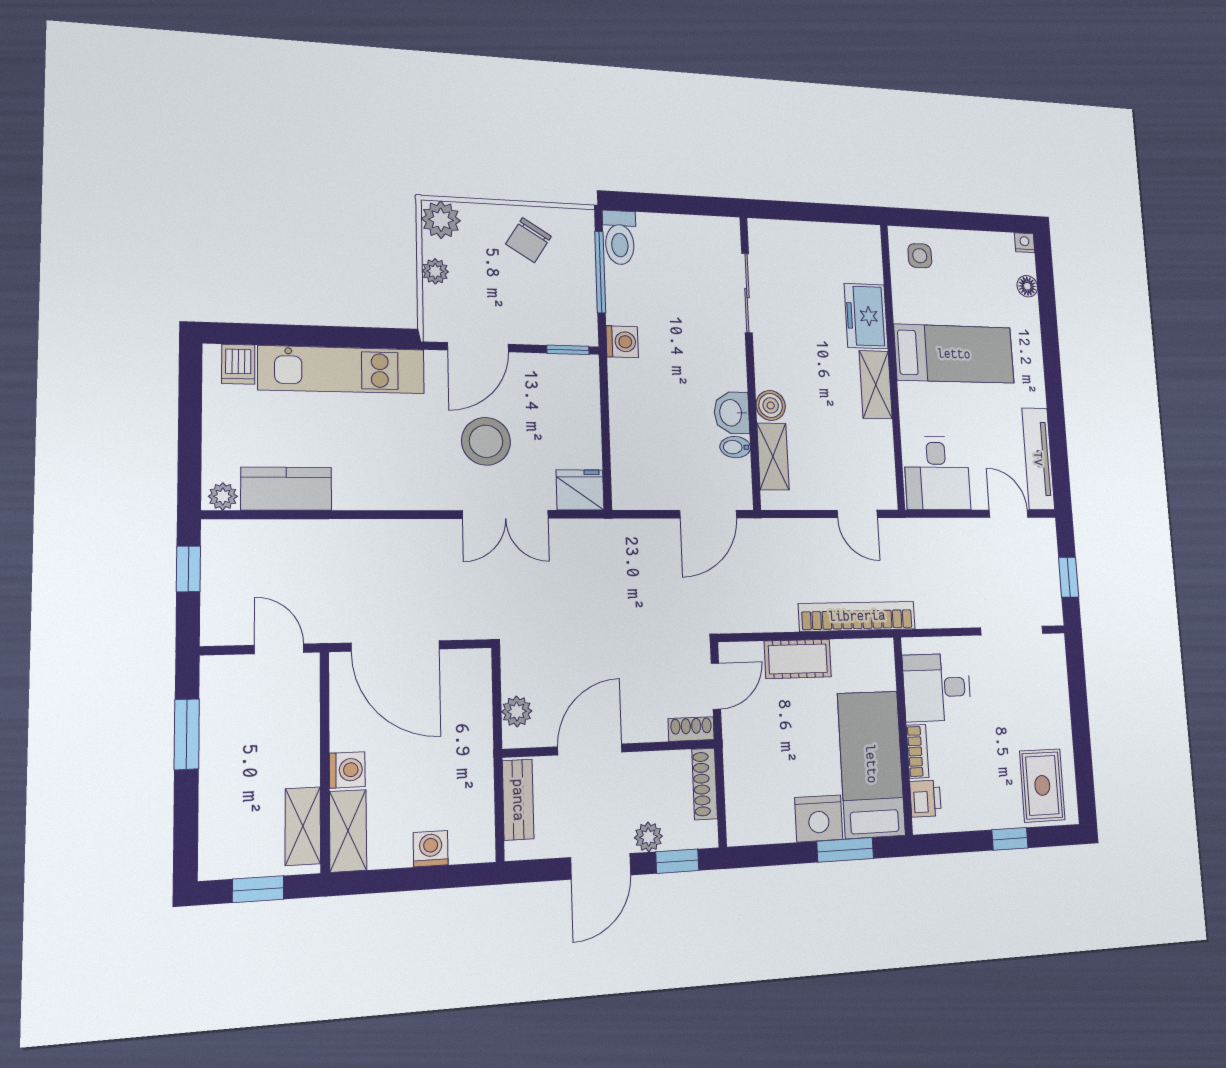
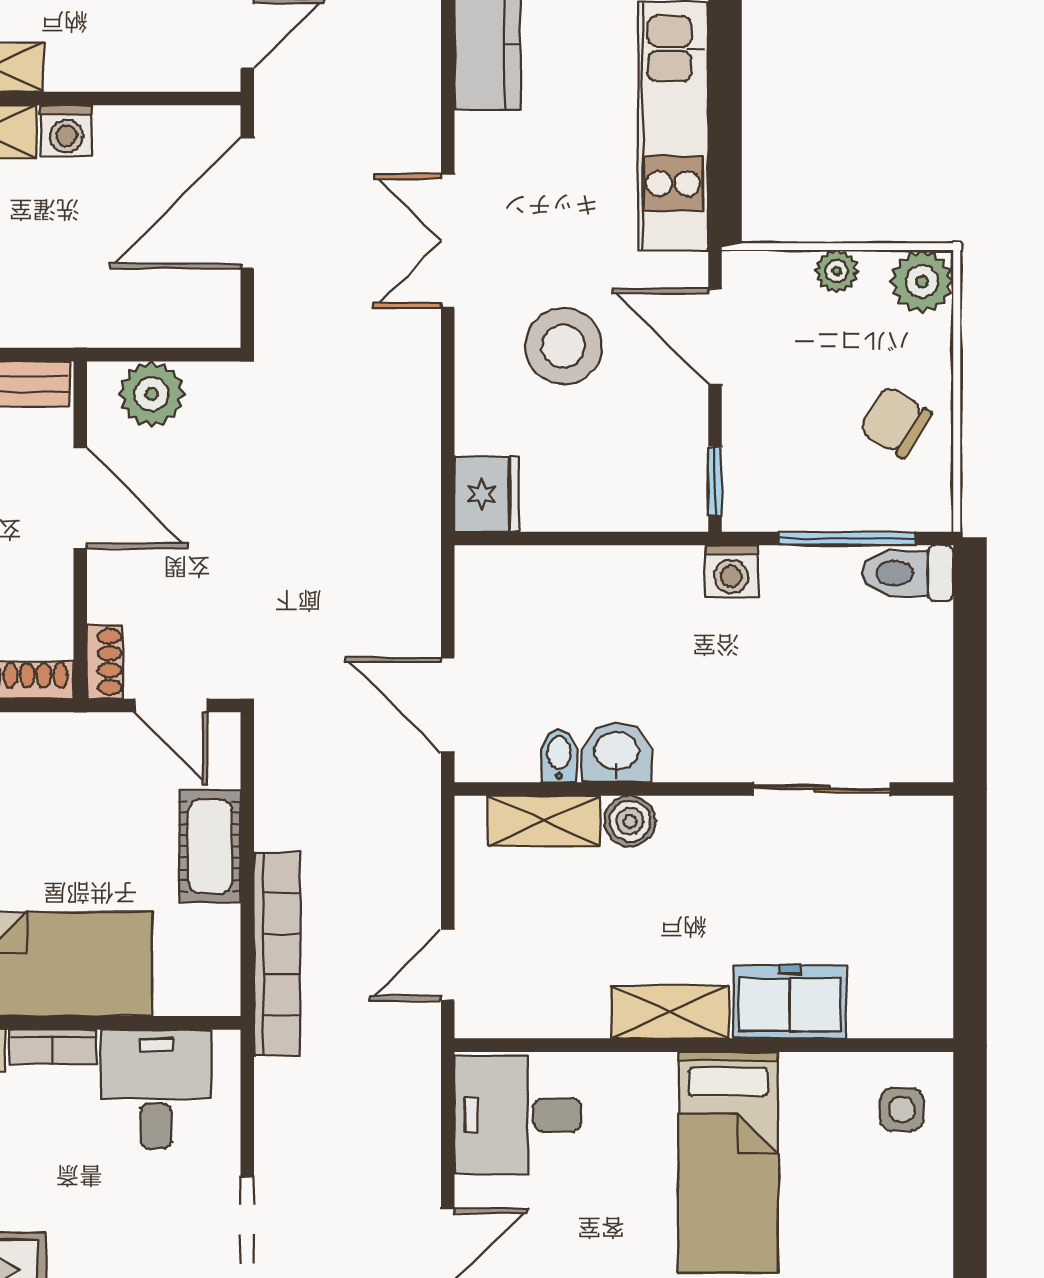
double door: (506, 514) -> (448, 241), moved
plant: (517, 711) -> (152, 394), width x1.38, depth x1.38

